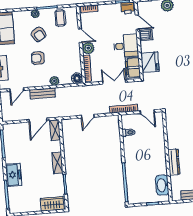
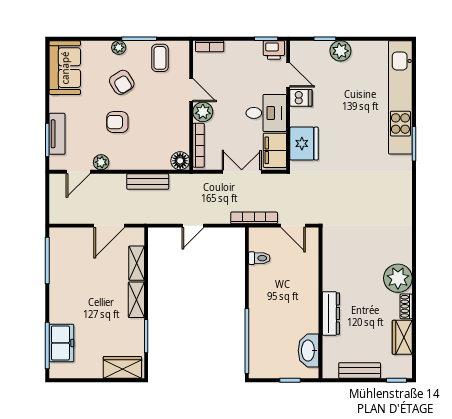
plant: (54, 81) -> (101, 162), moved
bench: (43, 93) -> (148, 181), moved
shelving: (55, 130) -> (137, 263), moved
freezer: (14, 175) -> (61, 343), moved

